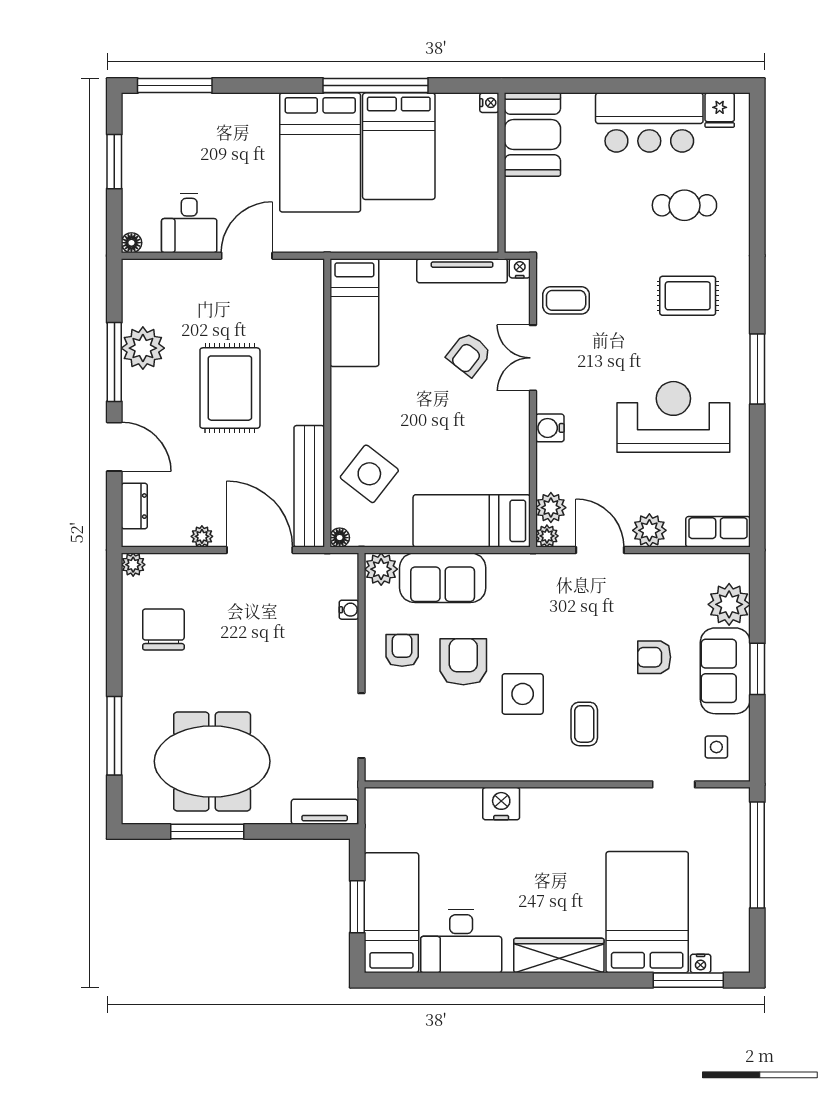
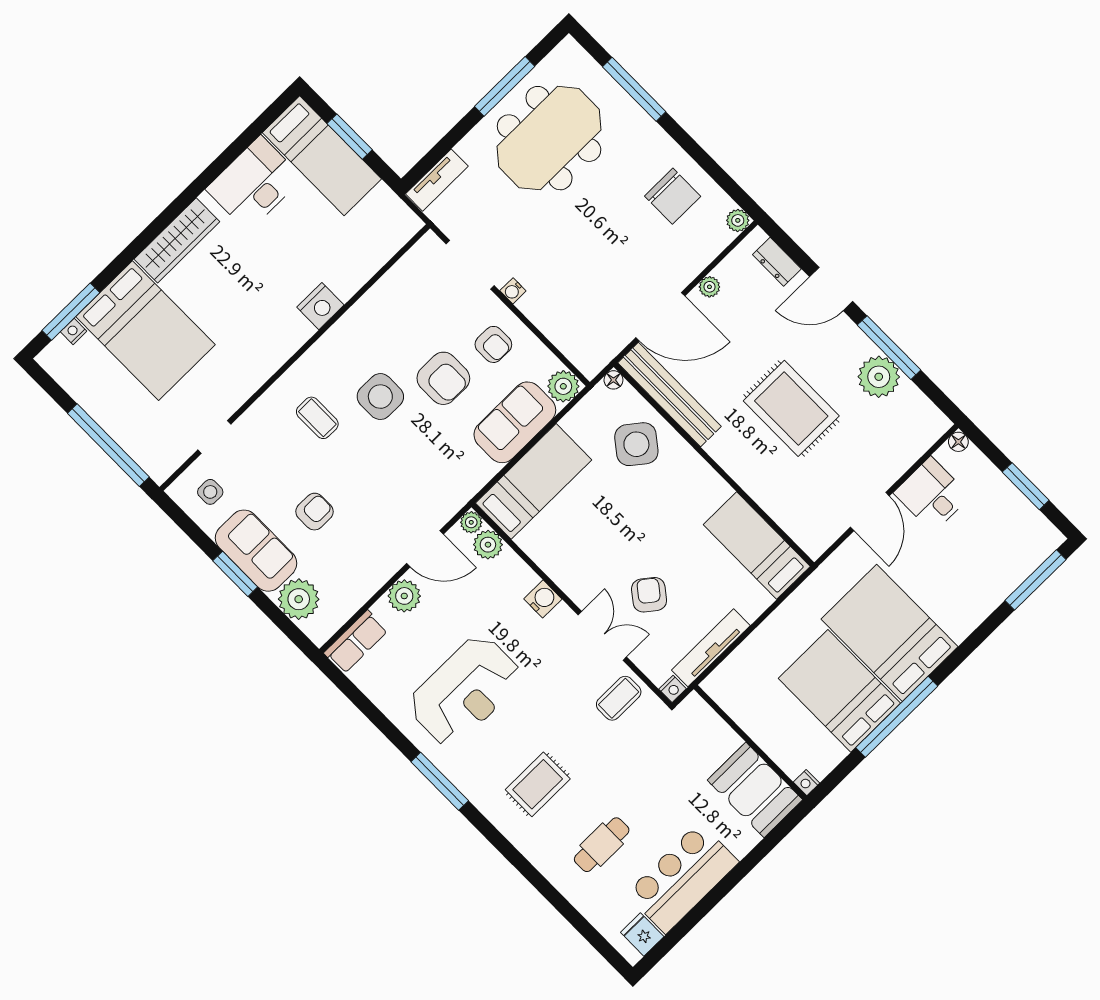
water cooler: (349, 610) -> (513, 291), moved

